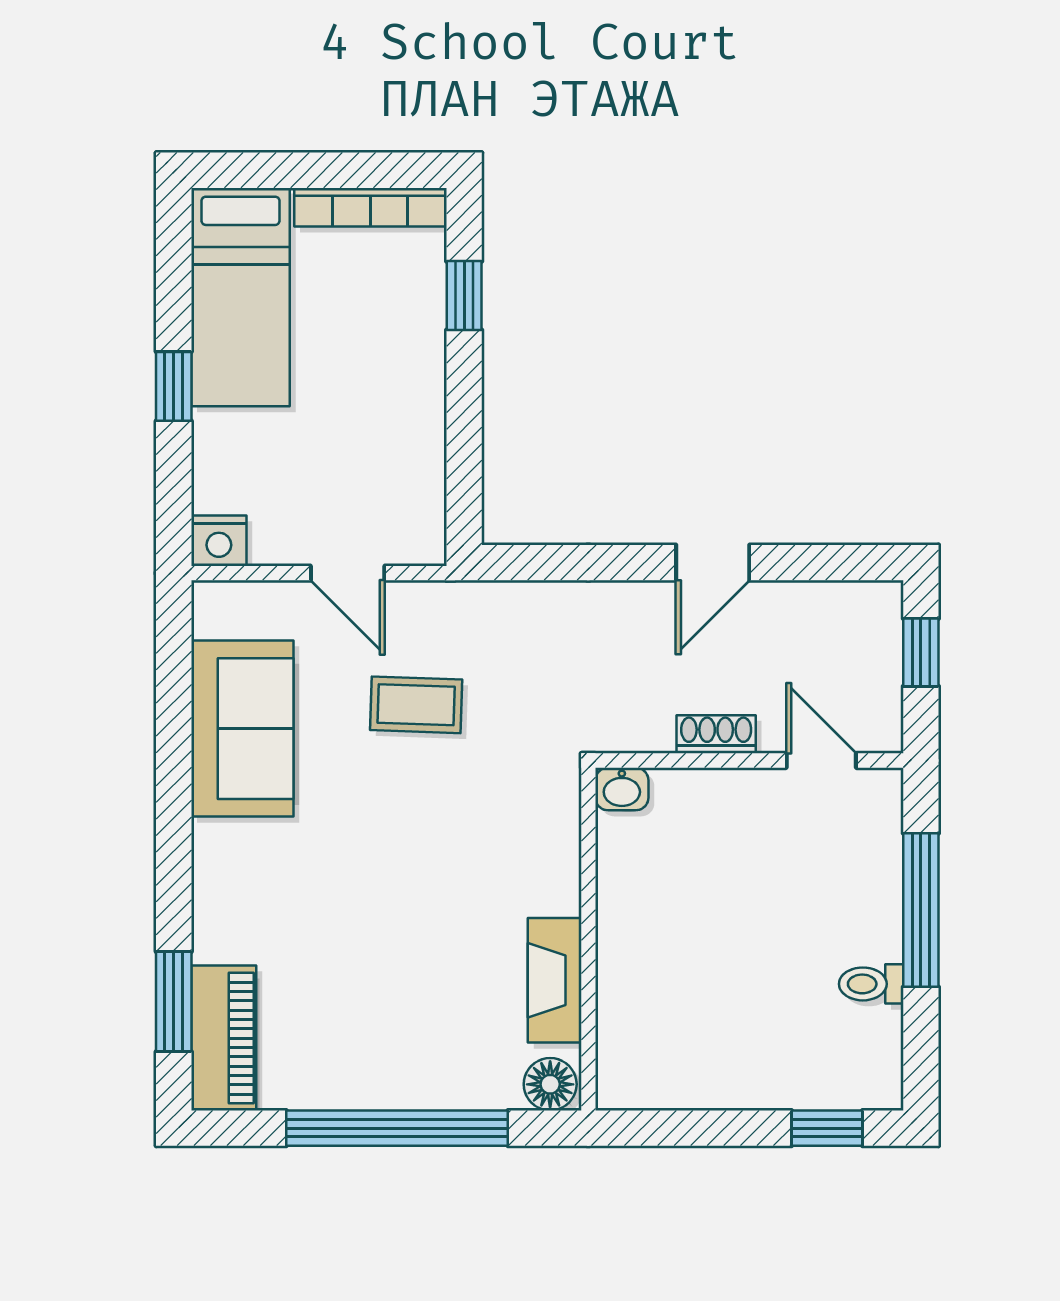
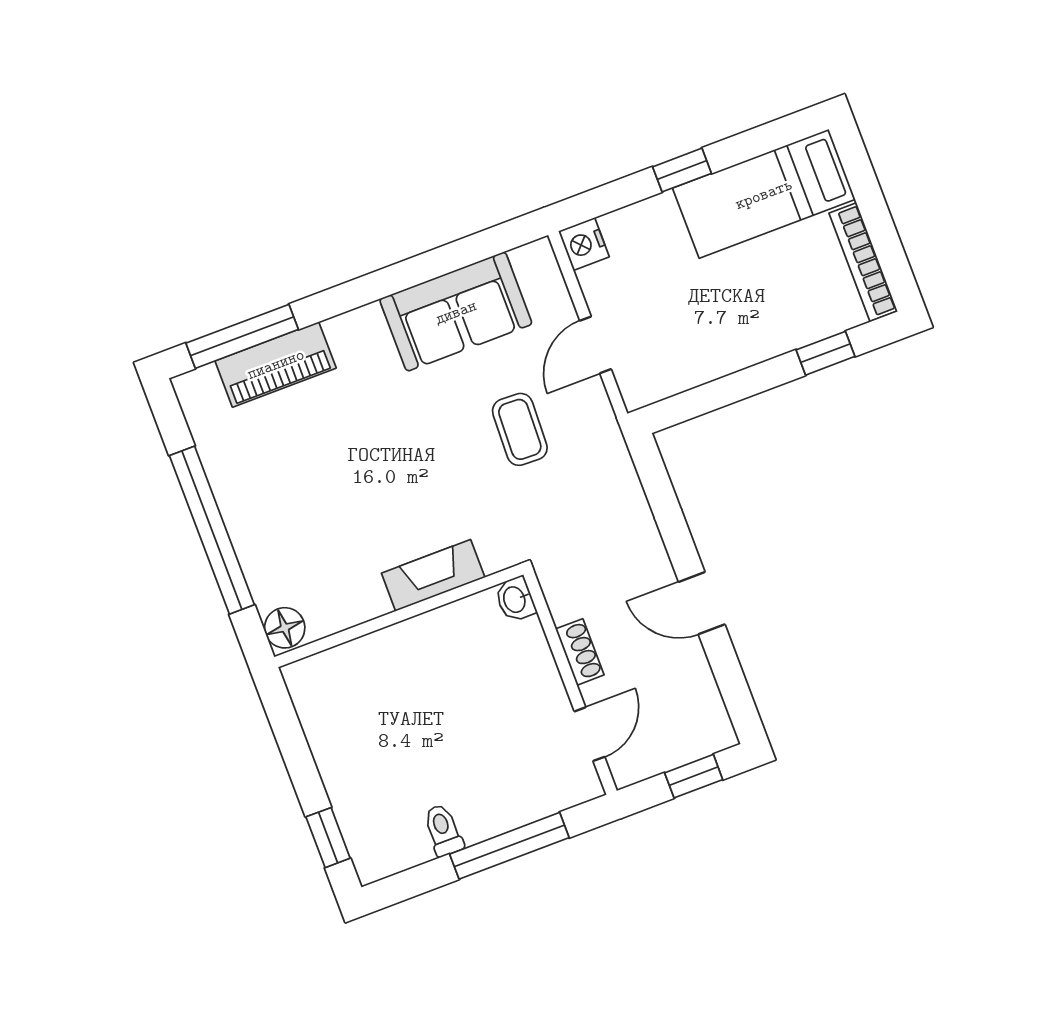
fireplace: (555, 980) -> (433, 575), moved
window: (174, 1002) -> (242, 336), width x1.44
piano: (224, 1038) -> (276, 364), moved

